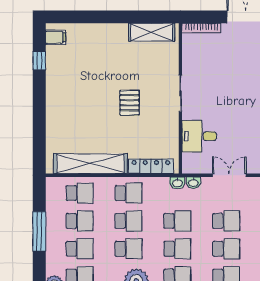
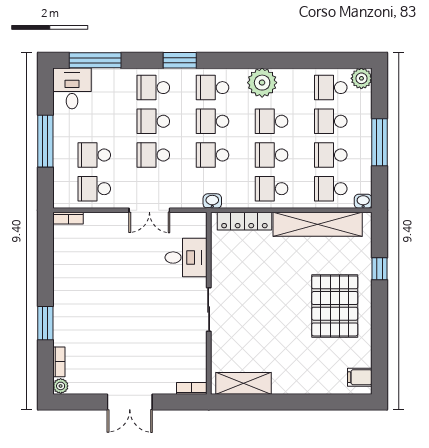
bookcase: (201, 28) -> (192, 388), width x0.64
window: (39, 61) -> (380, 269), moved
pallet: (129, 103) -> (335, 306), moved, width x2.05, depth x2.00
washbasin: (193, 183) -> (363, 201), moved

